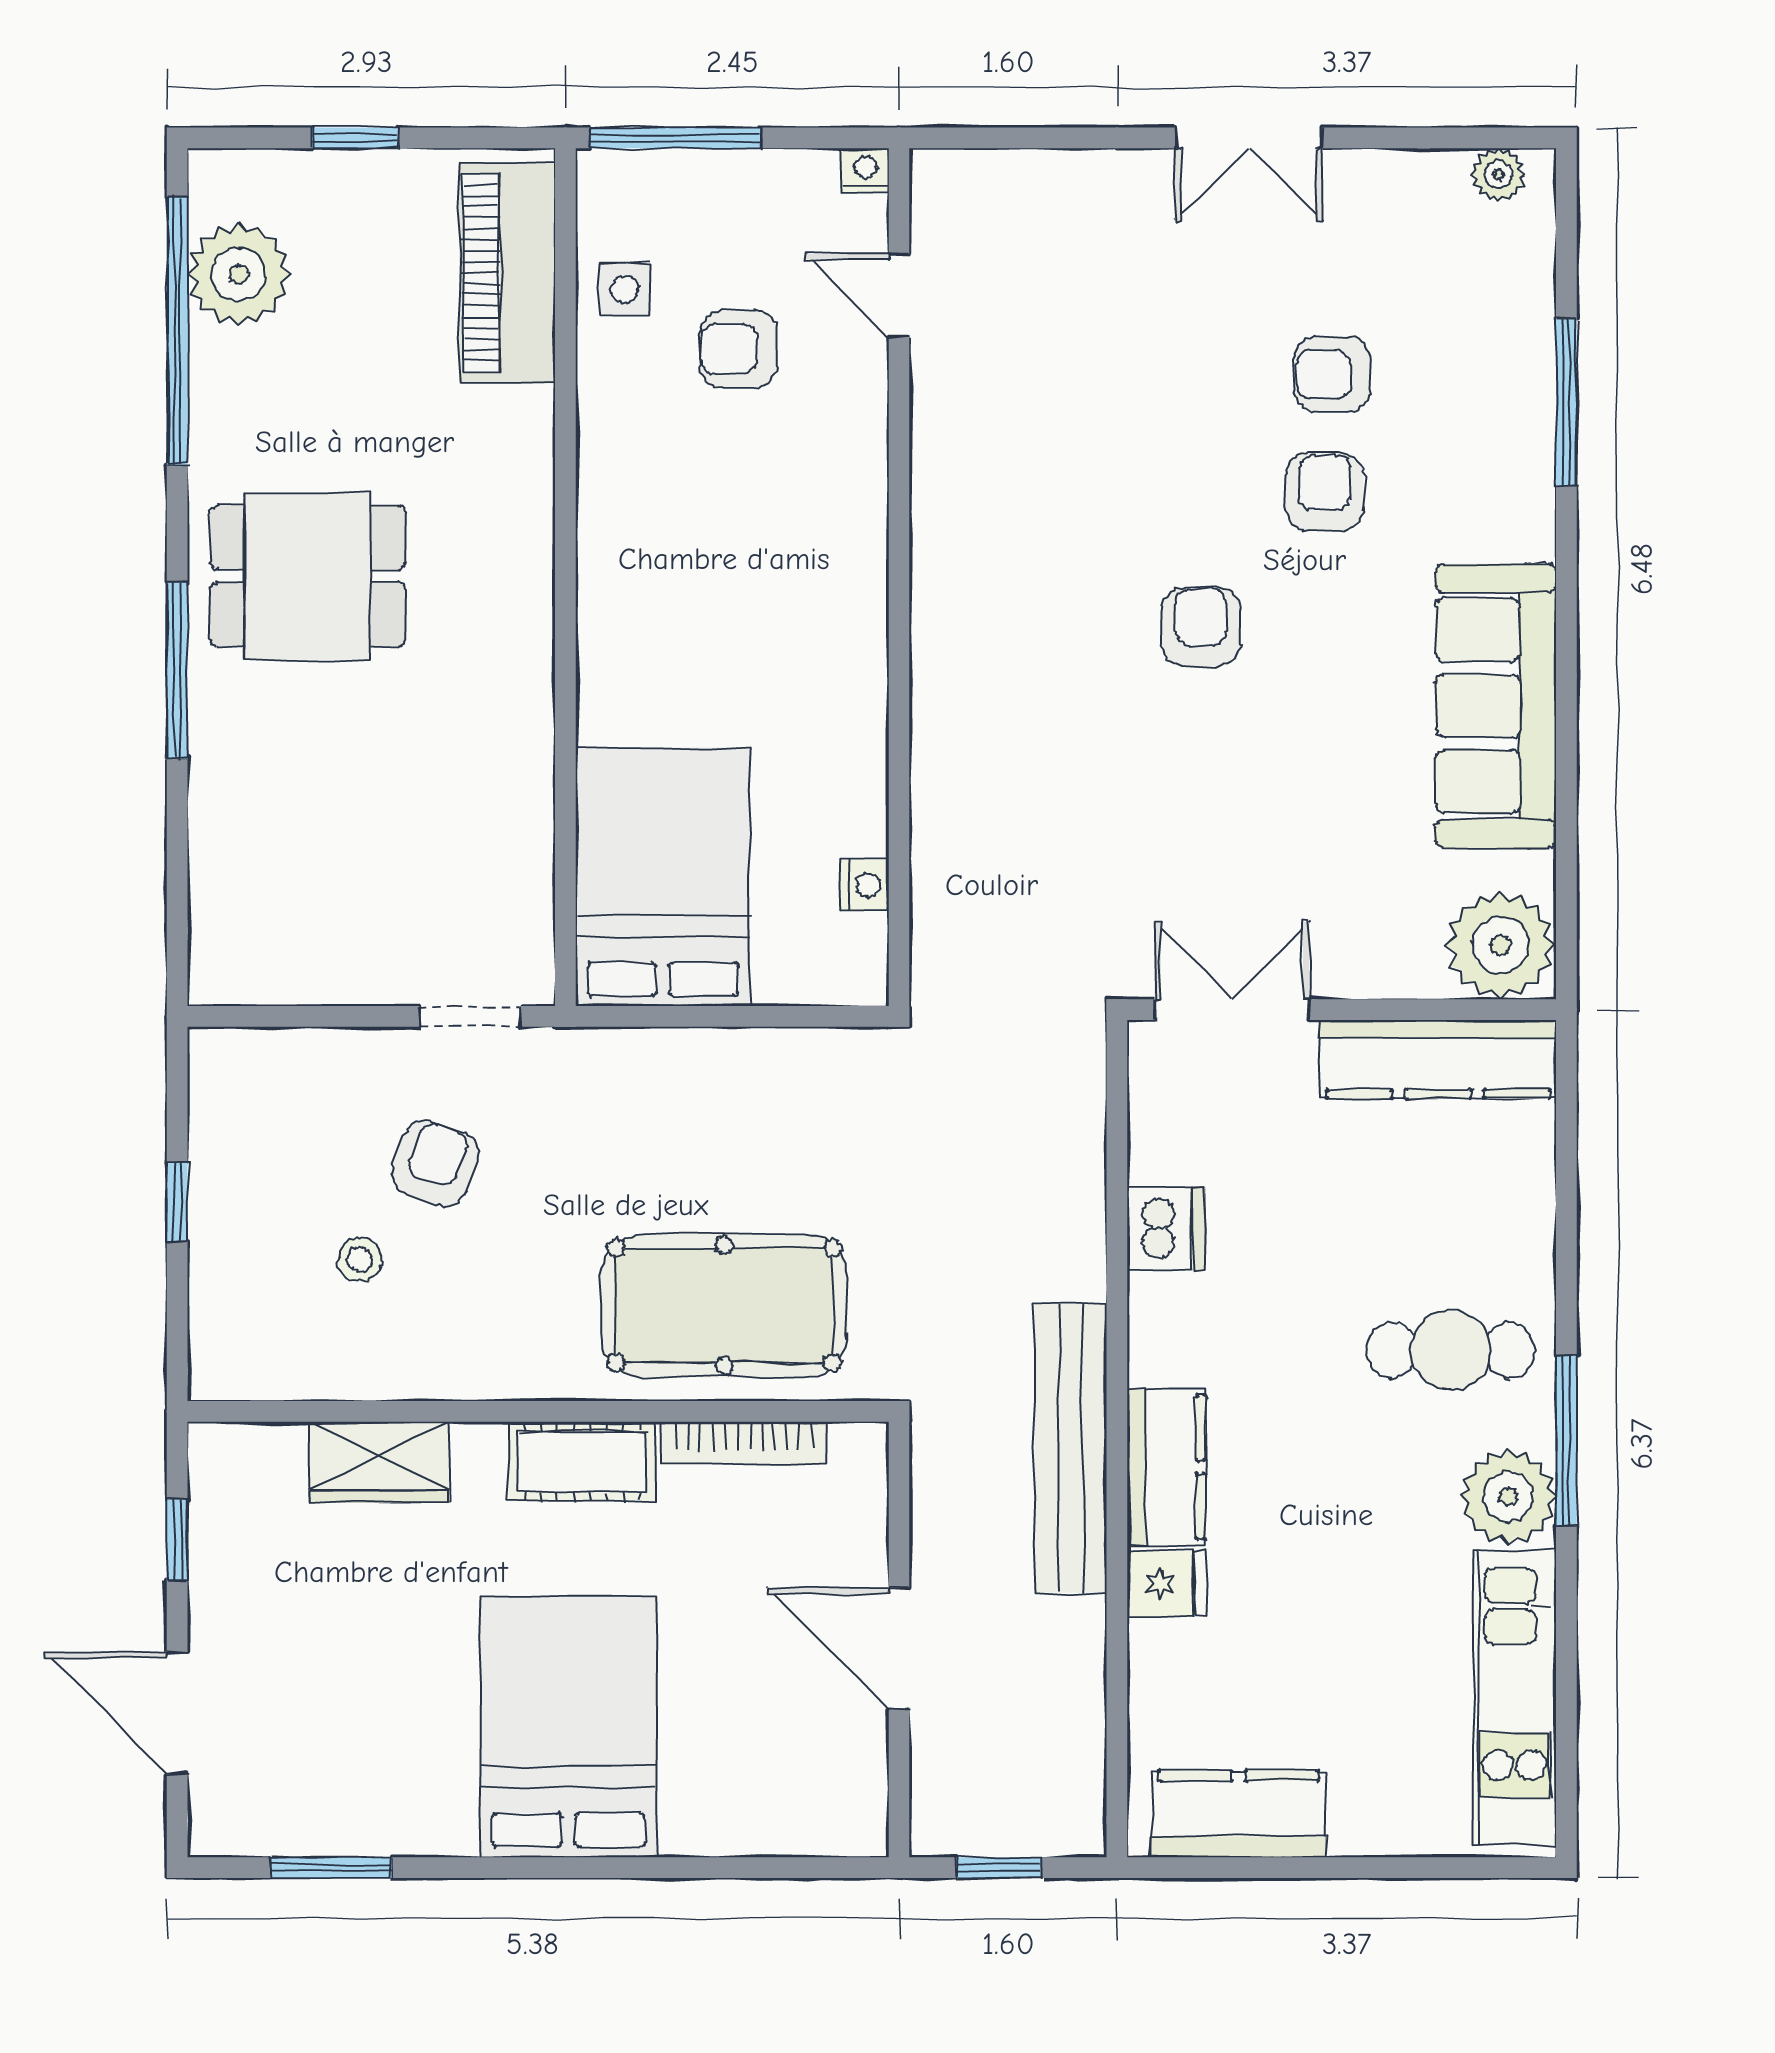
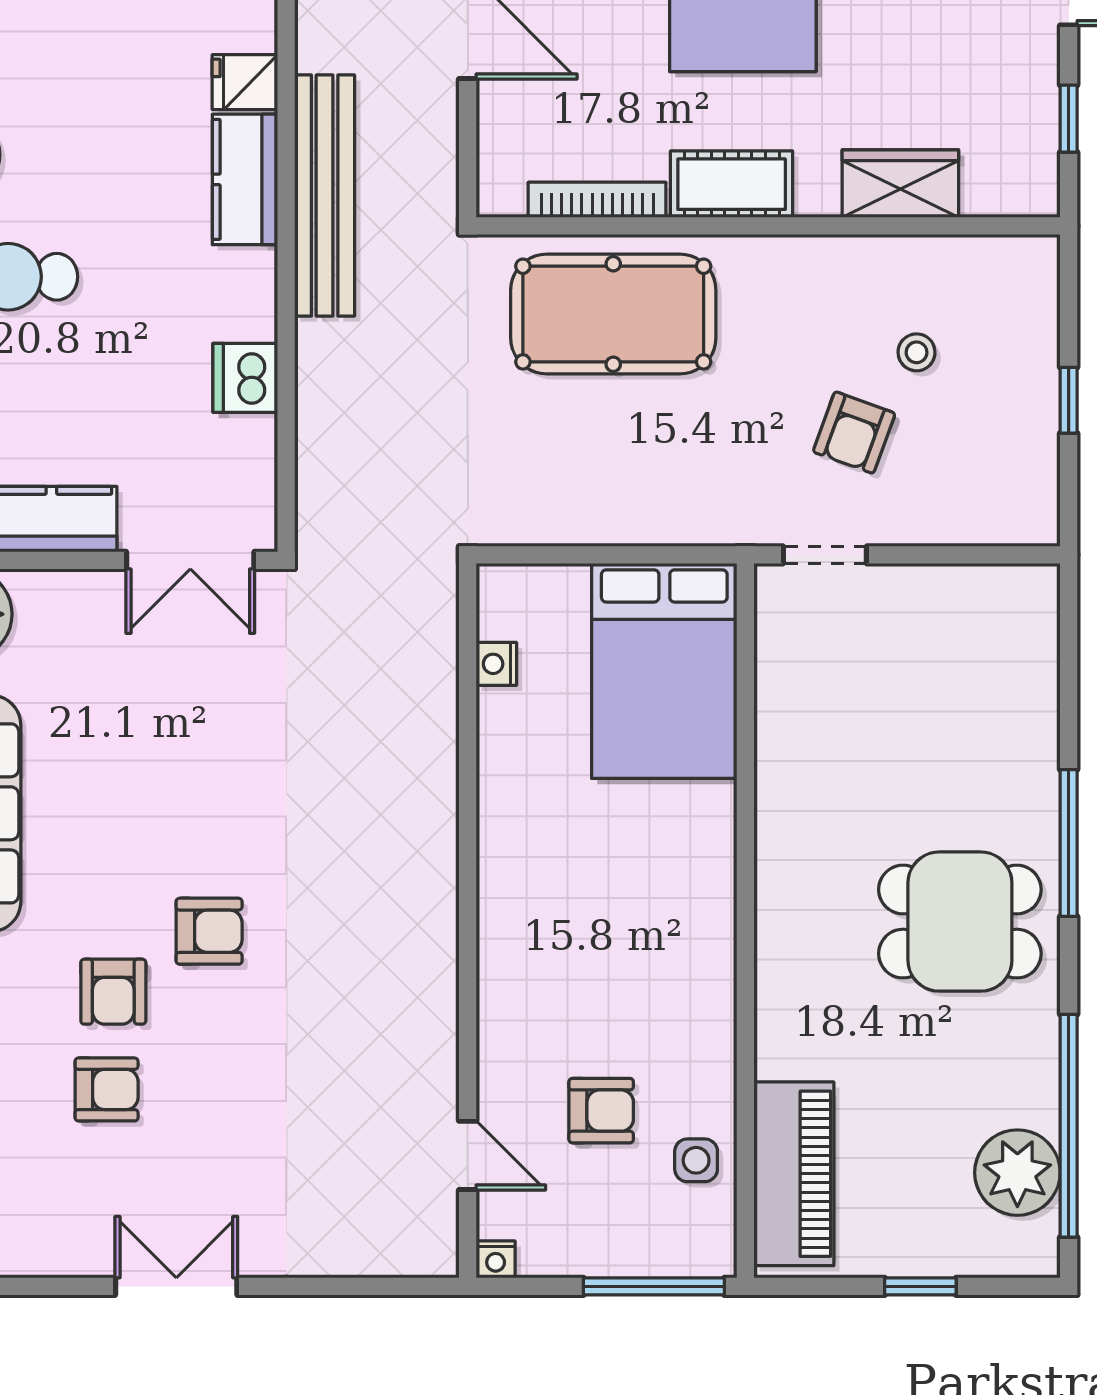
armchair: (1201, 627) -> (209, 931), moved, turned -90

